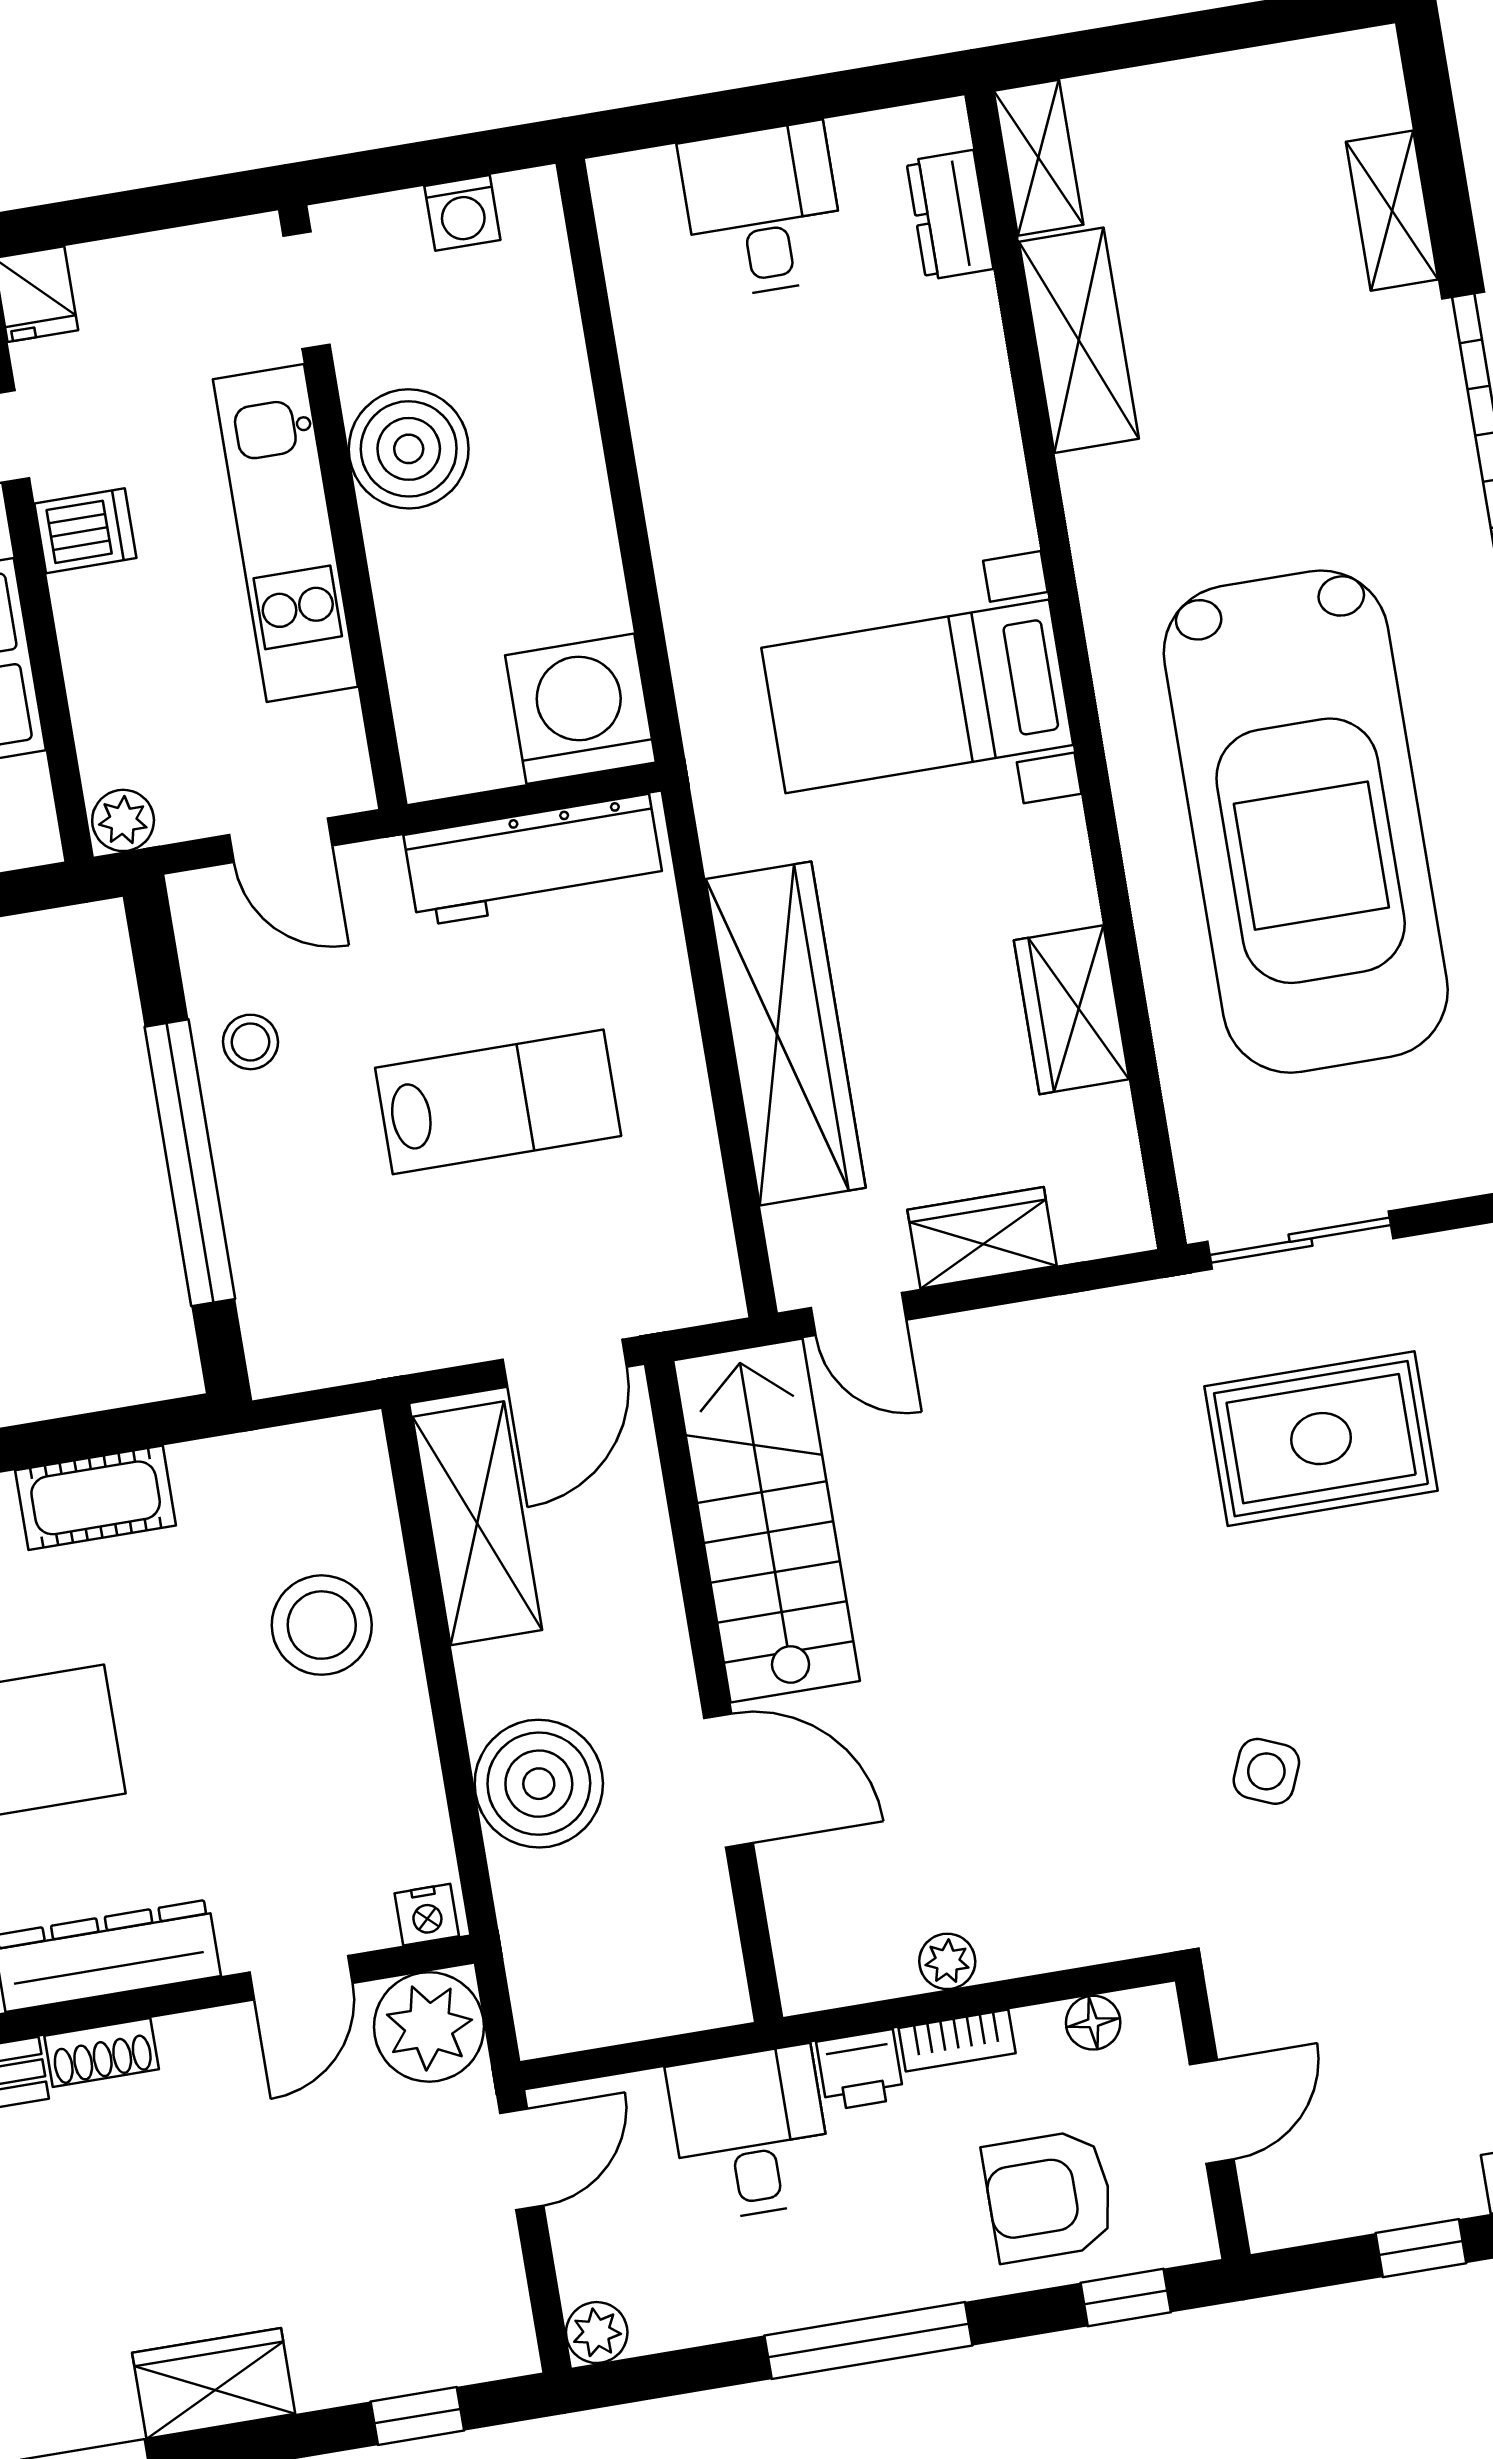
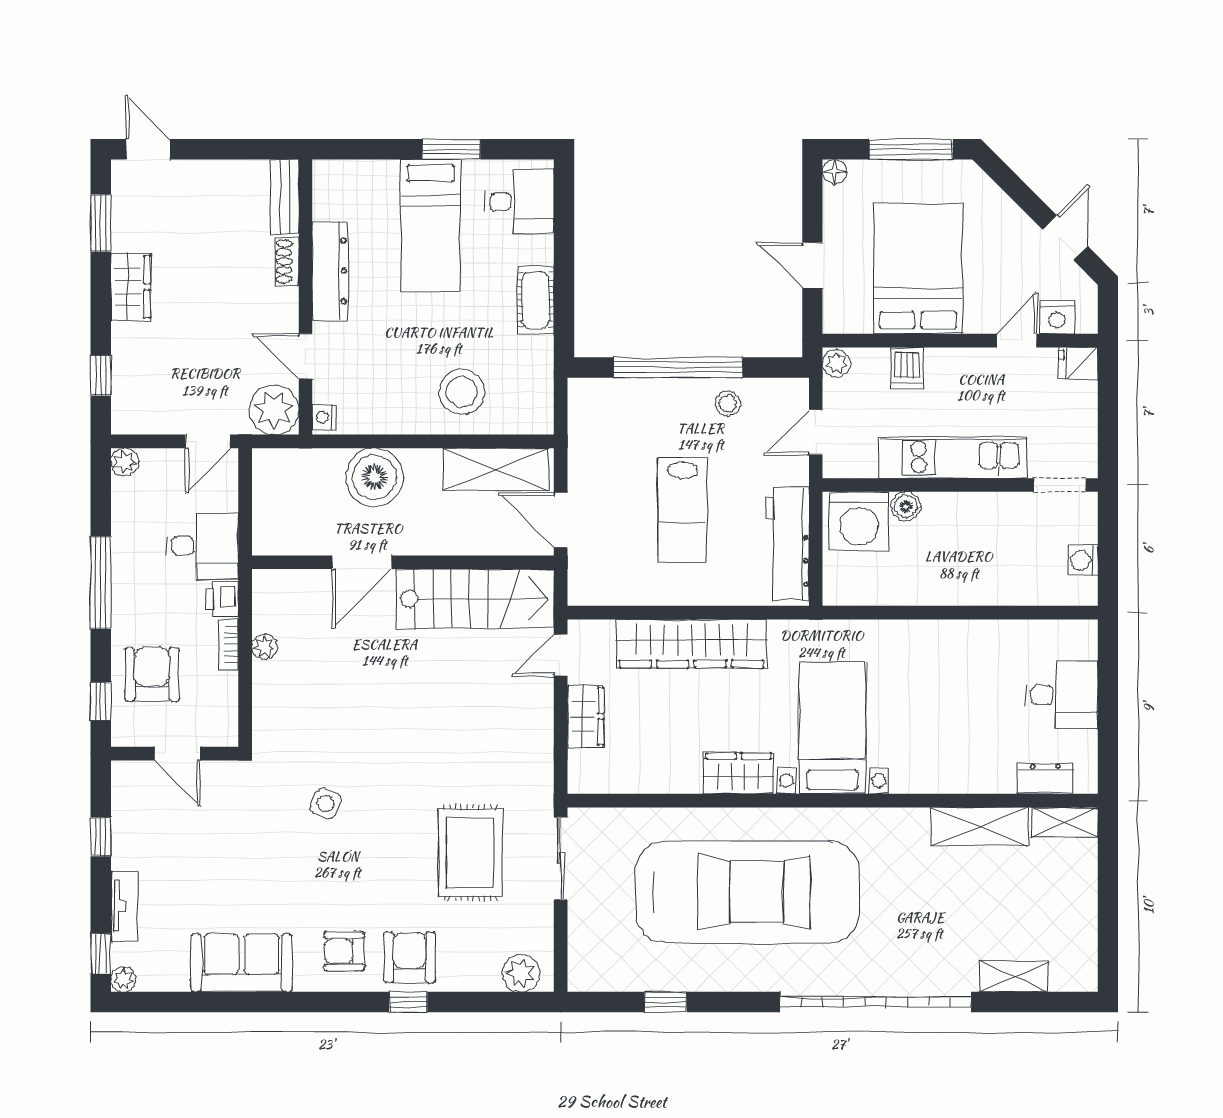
boiler: (409, 449) -> (906, 506), moved, width x0.54, depth x0.54
dishwasher: (85, 531) -> (907, 368), moved
washing machine: (580, 709) -> (859, 521), moved, turned 90
car: (1306, 822) -> (747, 892), turned 180
wardrobe: (1071, 1010) -> (739, 773), moved
floor lamp: (1093, 2023) -> (226, 707), removed
door: (522, 2159) -> (208, 441), hinge flipped

